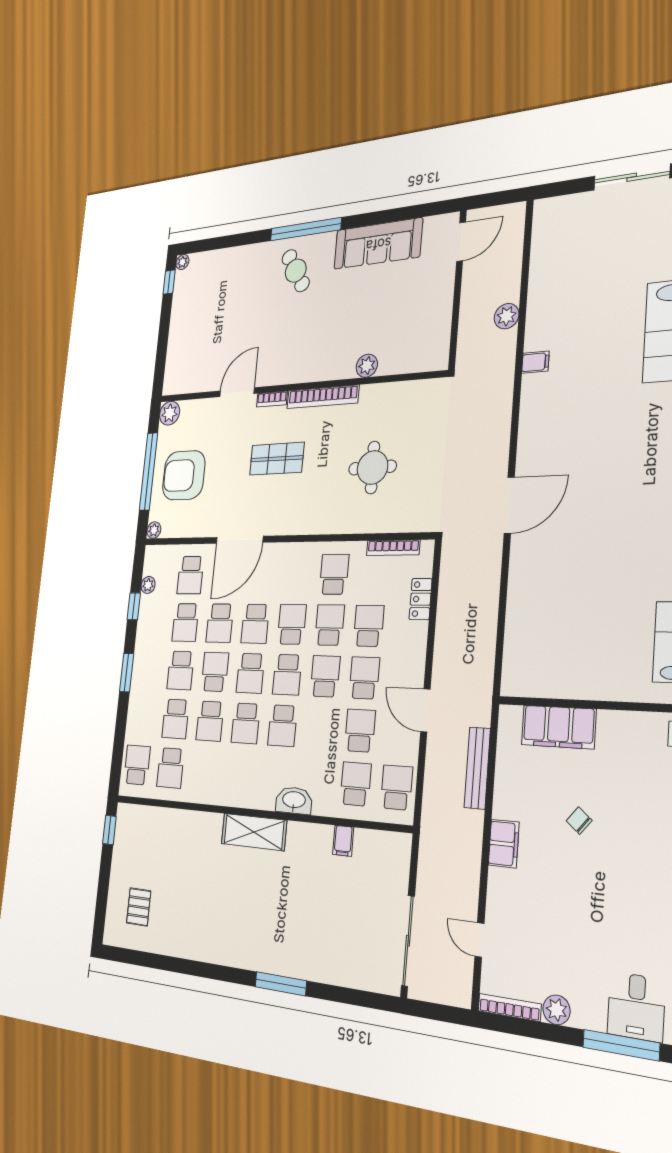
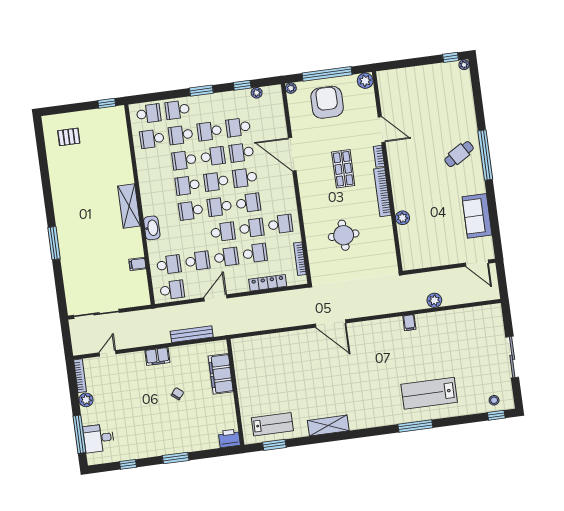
sofa: (378, 244) -> (477, 216), width x0.73
school desk: (190, 575) -> (177, 110), moved
locker: (421, 599) -> (268, 283), width x1.53

